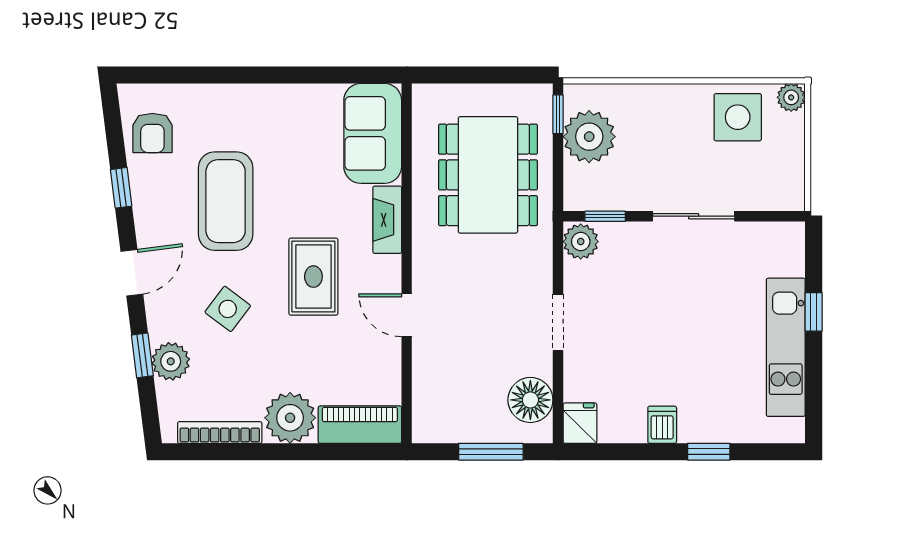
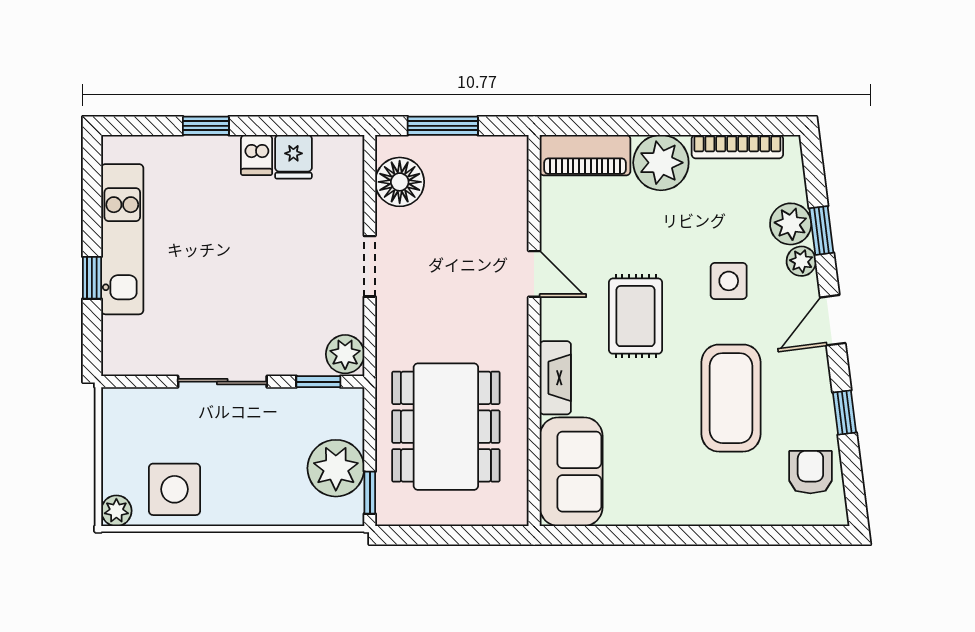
side table: (228, 309) -> (729, 281), turned -37
plant: (161, 327) -> (801, 261), added
fridge: (580, 423) -> (293, 157), moved

